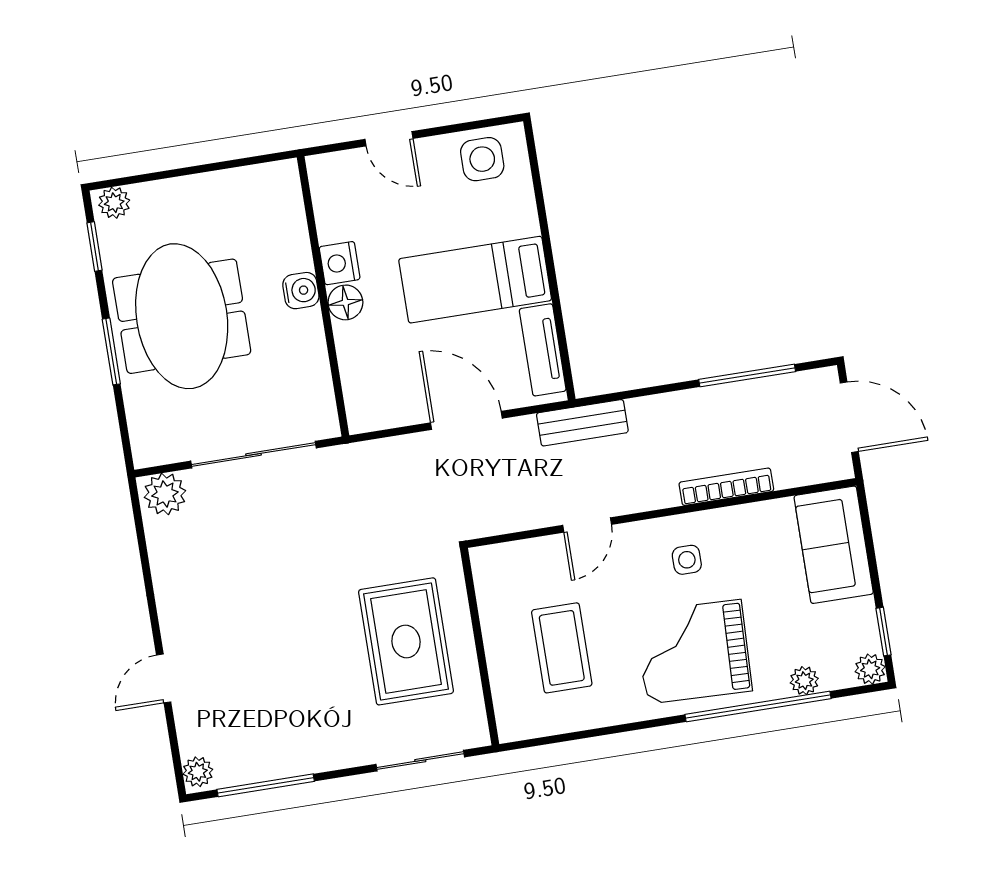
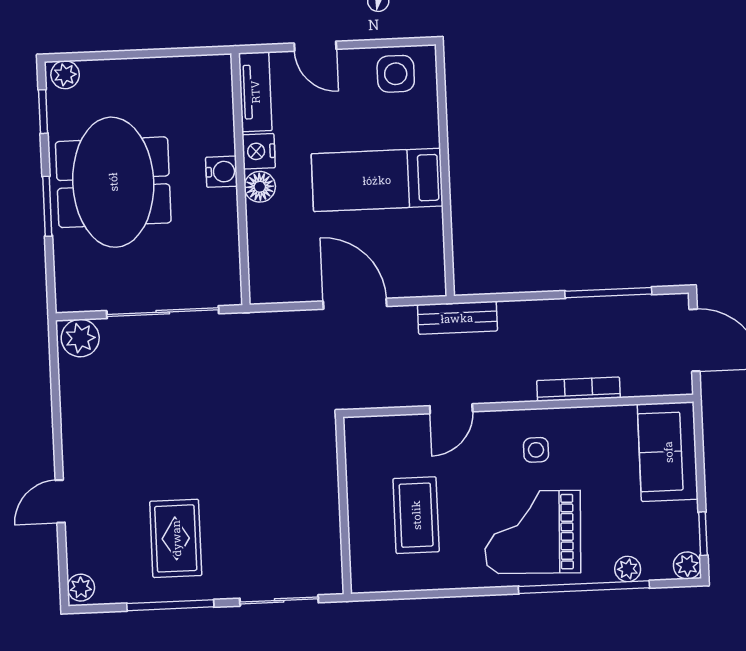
tv unit: (543, 350) -> (255, 92), moved, turned 180
rug: (406, 641) -> (176, 538), moved, width x0.73, depth x0.70
window: (266, 785) -> (170, 605), moved

